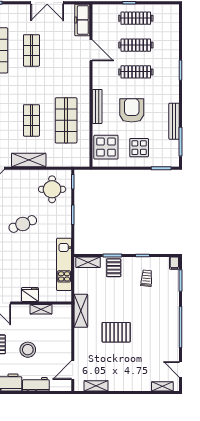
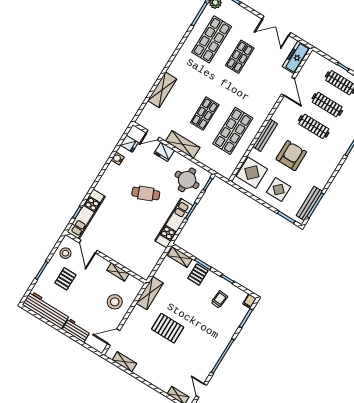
bench: (174, 121) -> (309, 203), moved
kitchen unit: (64, 264) -> (174, 223), moved
fridge: (30, 295) -> (164, 152), moved, turned 180
stool: (28, 350) -> (115, 302), moved

